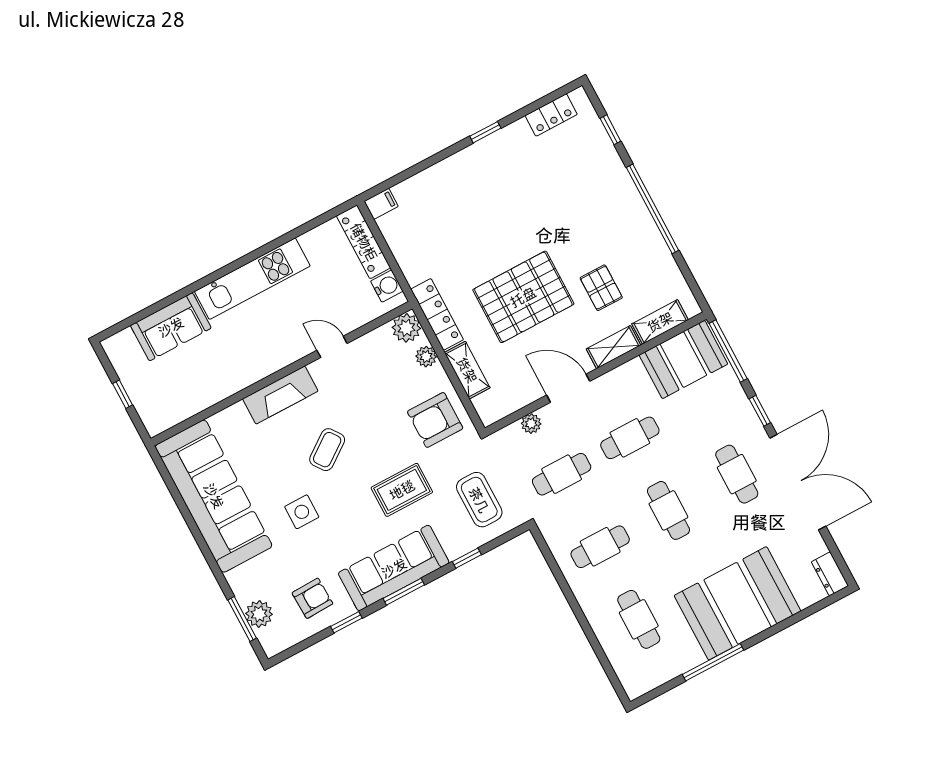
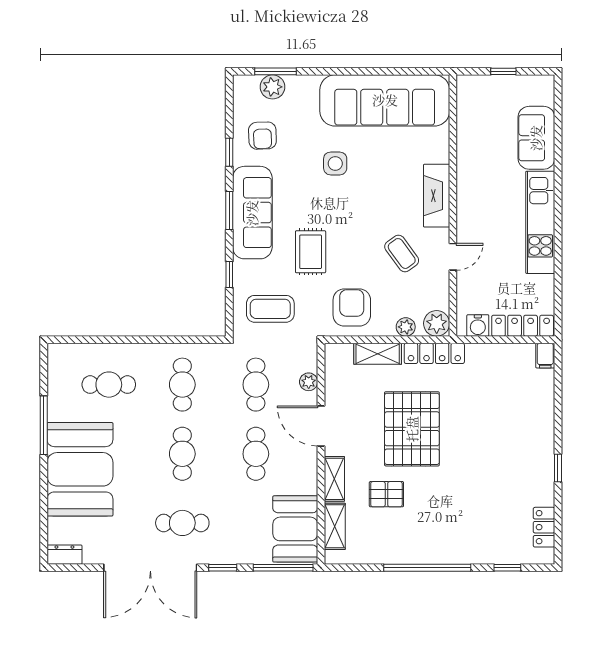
door: (568, 388) -> (321, 426), swing flipped
coffee table: (327, 450) -> (402, 253), moved
cafe table: (668, 510) -> (182, 454), turned 90

